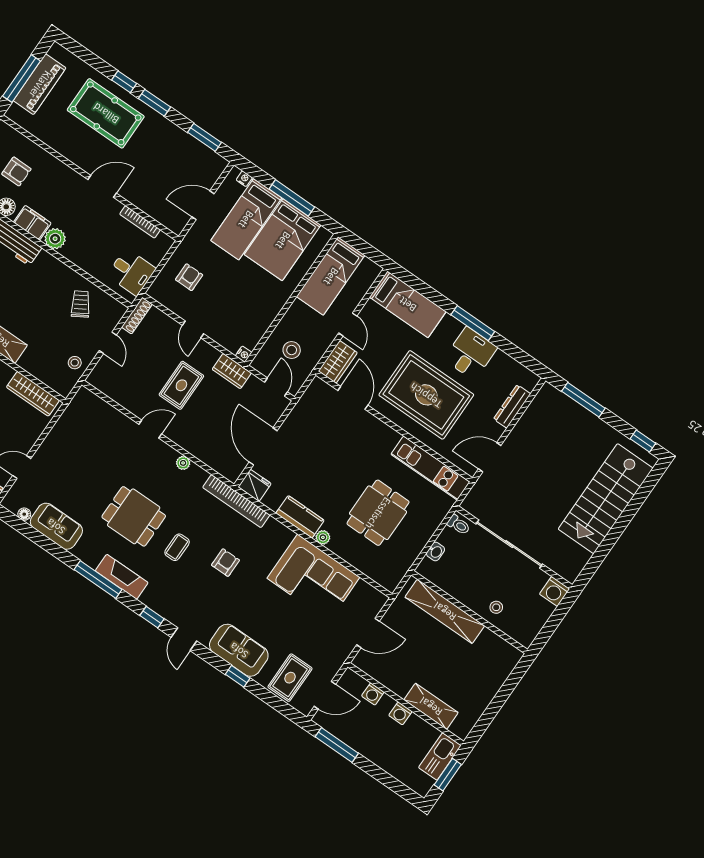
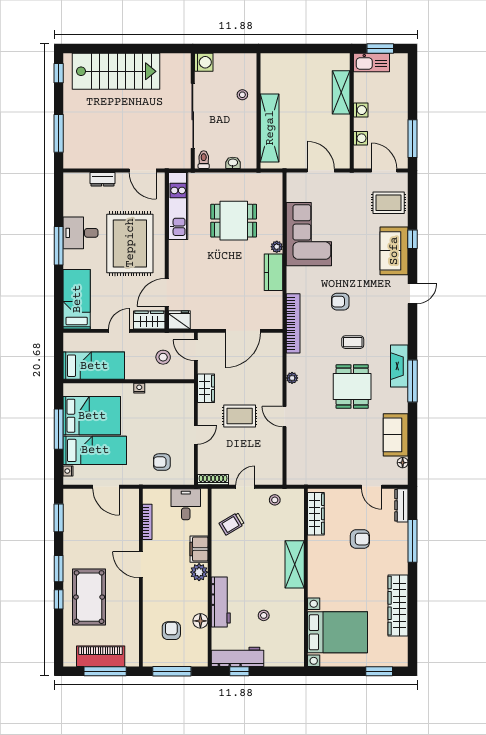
filing cabinet: (32, 223) -> (199, 549), moved
nightstand: (244, 354) -> (139, 388), moved
door: (276, 387) -> (196, 350), hinge flipped
dresser: (512, 406) -> (102, 179), width x0.70
fridge: (255, 485) -> (179, 320), moved, turned 90
window: (152, 617) -> (413, 326), removed

